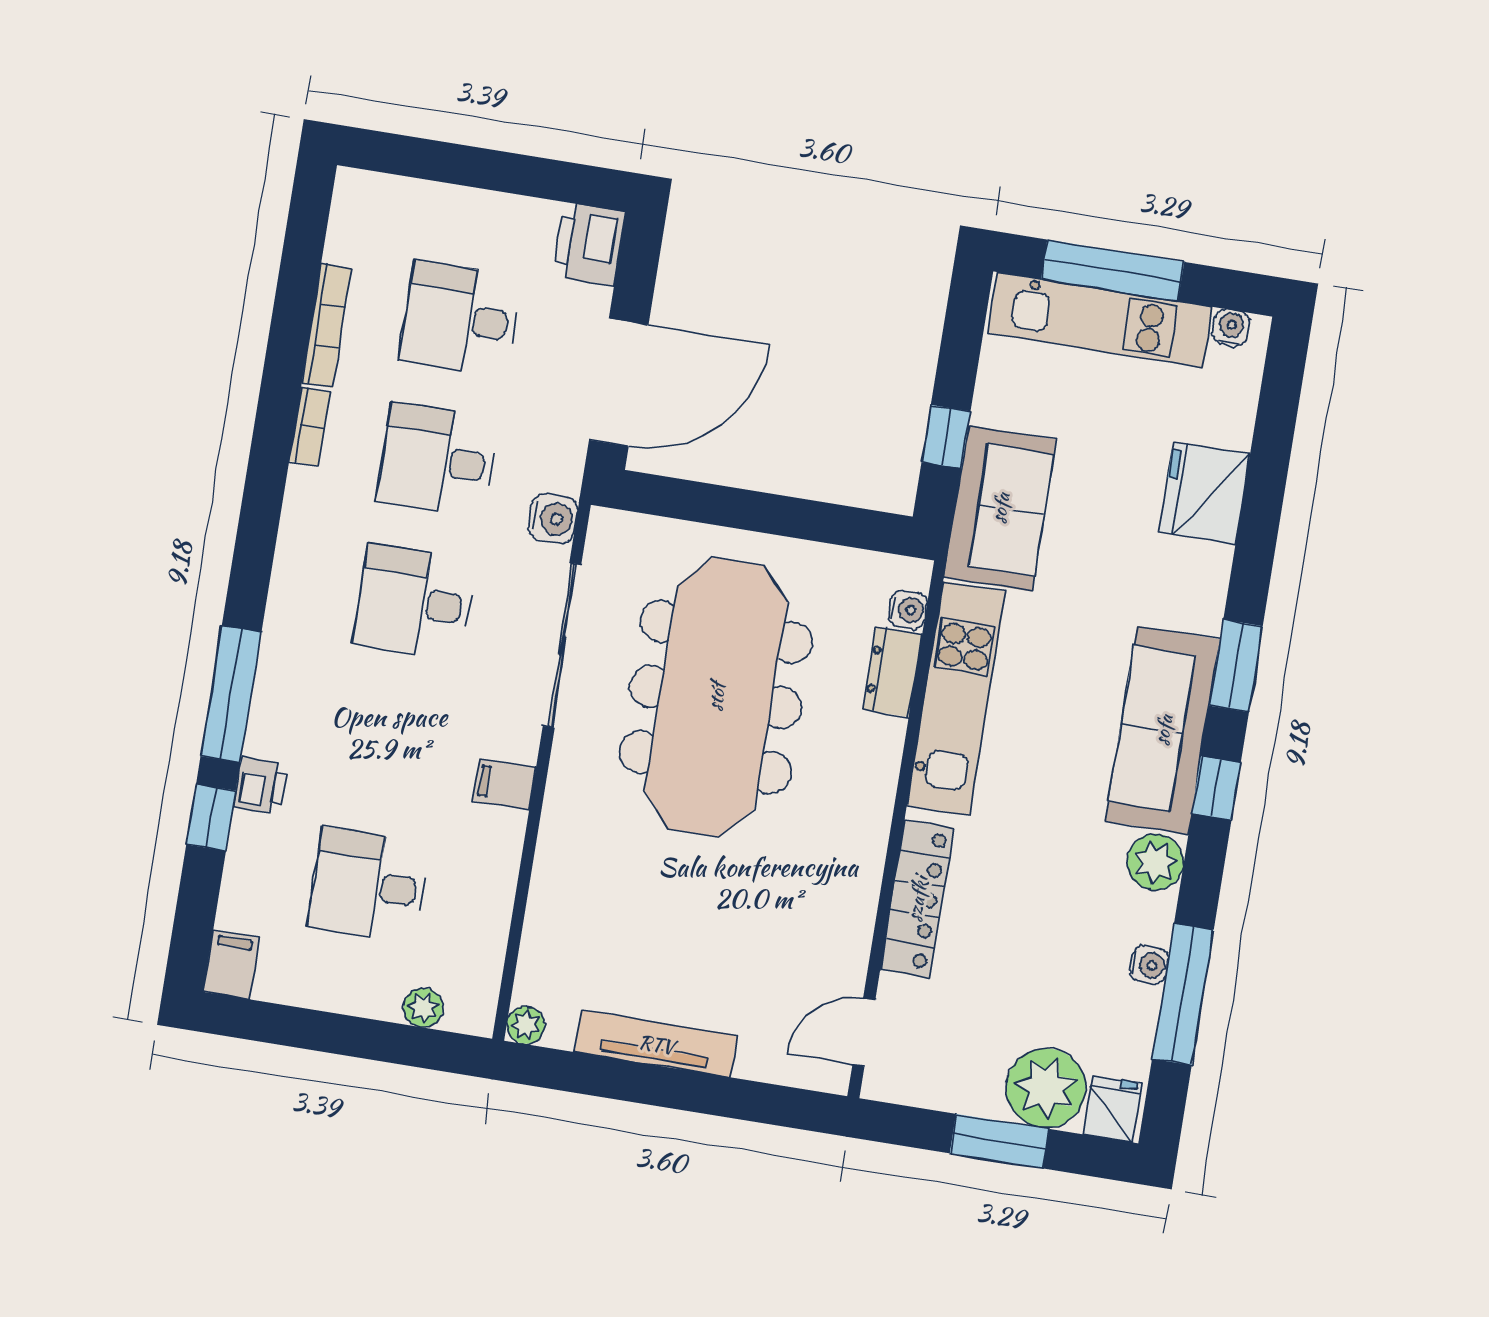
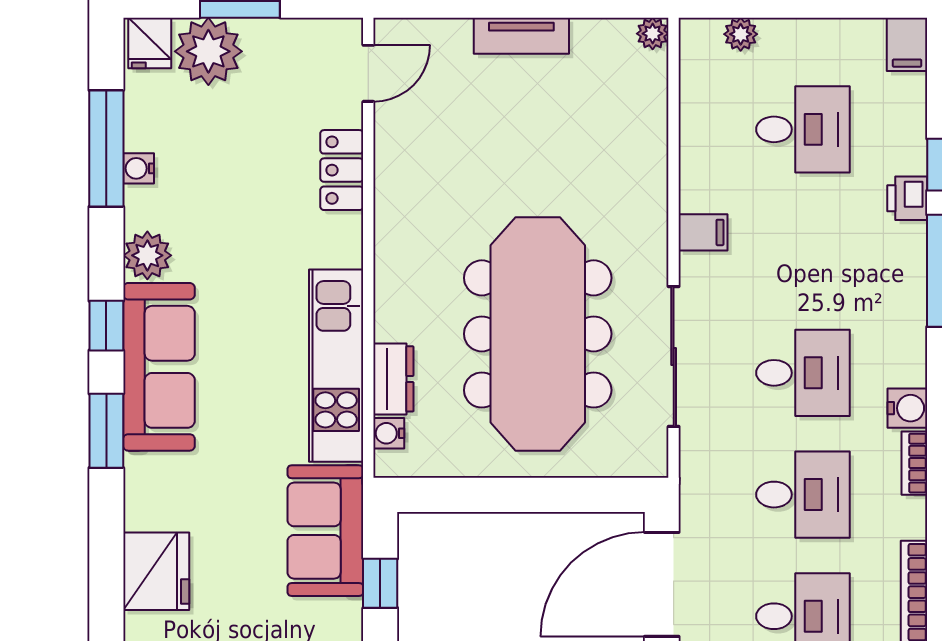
bookcase: (310, 427) -> (914, 463), moved
water cooler: (553, 518) -> (907, 408), moved, turned 180
locker: (917, 899) -> (342, 170), width x0.66
tv unit: (656, 1044) -> (521, 36), width x0.71

